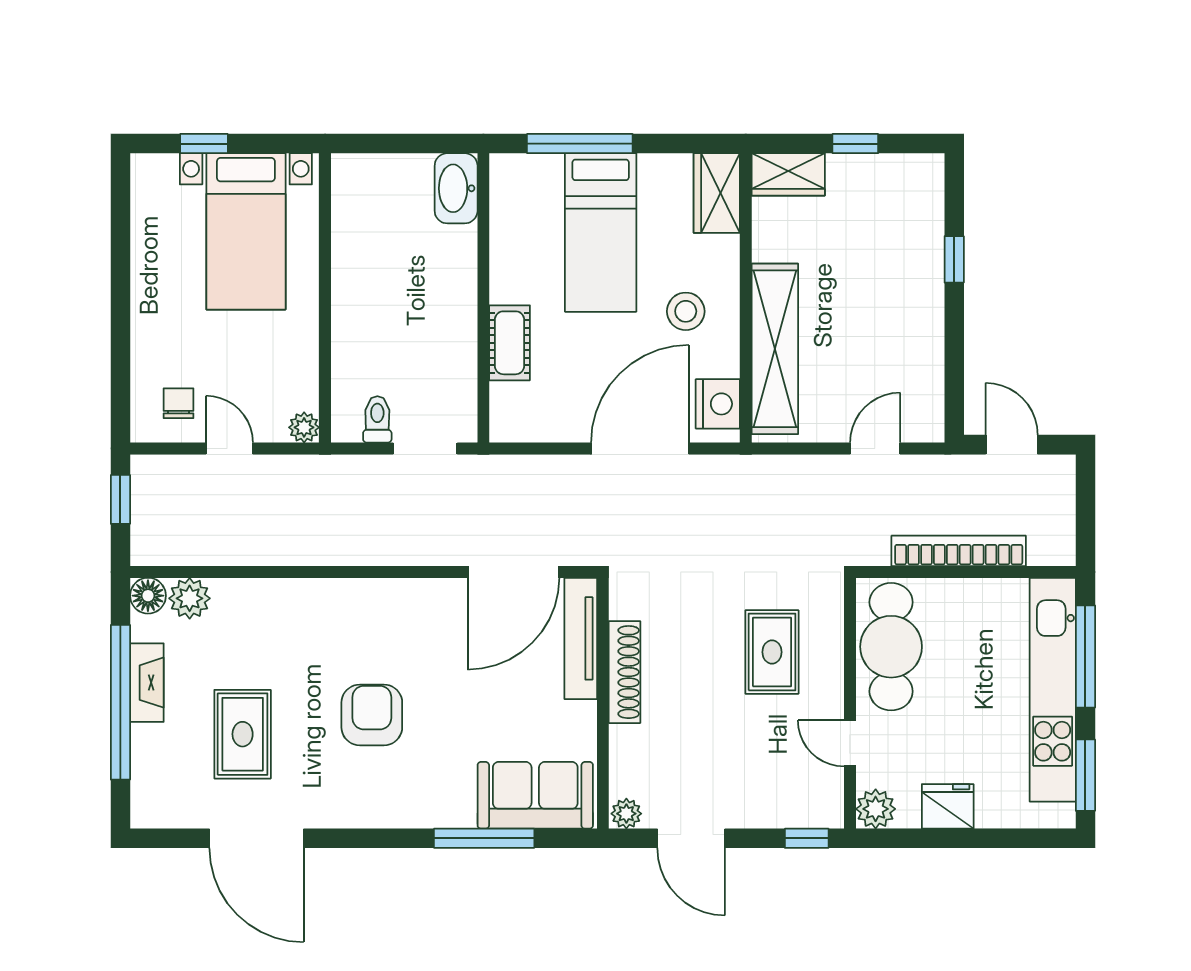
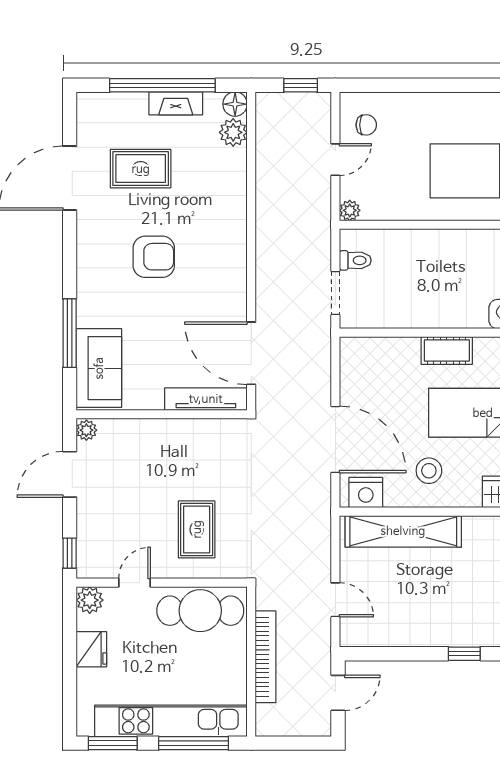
cot: (509, 343) -> (447, 351), moved
rug: (772, 652) -> (197, 529), turned 90
shoe rack: (624, 672) -> (183, 429), removed

